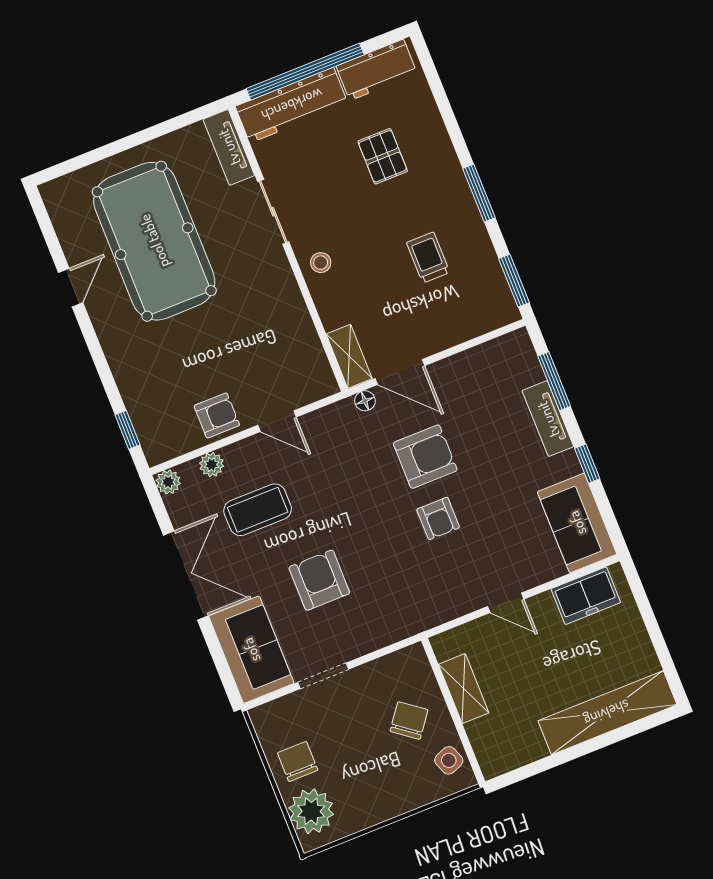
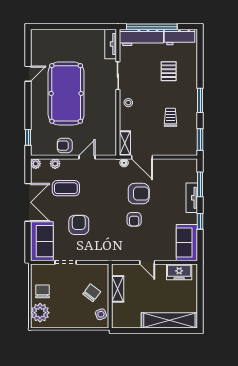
pool table: (154, 241) -> (66, 93), moved
armchair: (217, 415) -> (65, 146), turned 180
door: (277, 421) -> (87, 157), swing flipped

